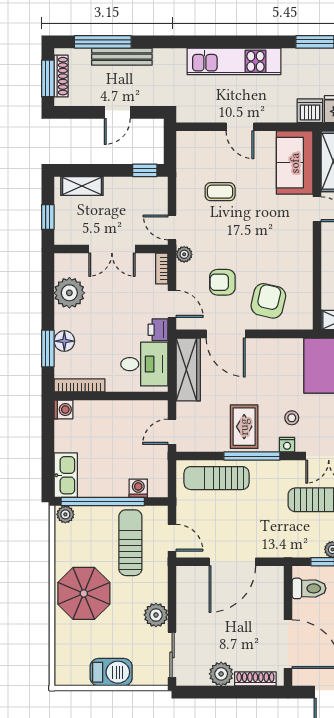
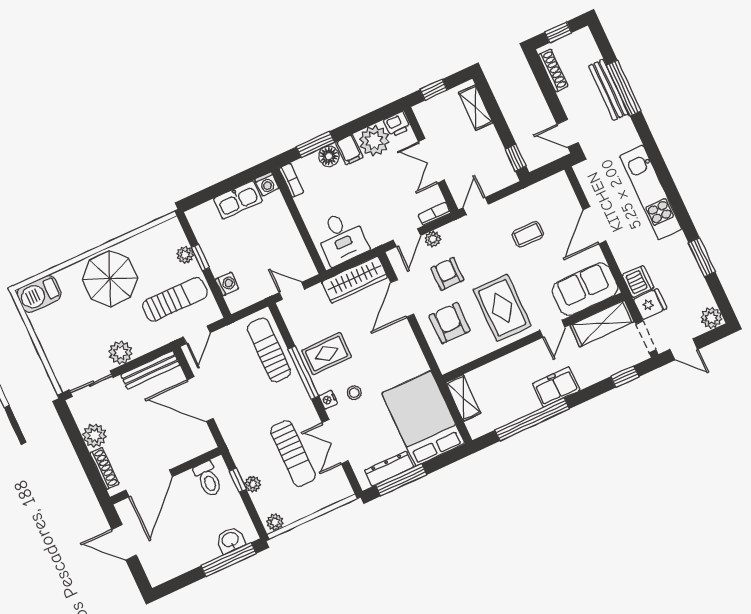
window: (103, 42) -> (624, 88), moved
shoe rack: (61, 76) -> (553, 70), moved, turned -90
window: (48, 78) -> (558, 32), width x0.67
door: (117, 112) -> (568, 133), moved
door: (240, 127) -> (594, 225), width x1.38
coffee table: (220, 192) -> (528, 234), turned 90
rug: (277, 246) -> (502, 308), added
plant: (184, 254) -> (433, 239), moved
armchair: (268, 301) -> (450, 323), turned -103
filing cabinet: (67, 319) -> (349, 150), added
printer: (158, 330) -> (397, 124), moved, turned 180
bookcase: (79, 385) -> (291, 180), width x0.64
kitchen sink: (66, 475) -> (238, 200), moved
window: (103, 502) -> (200, 258), width x0.32
plant: (65, 514) -> (185, 255), moved
bench: (184, 595) -> (150, 370), added
barbecue: (111, 672) -> (39, 294), moved, turned 90

